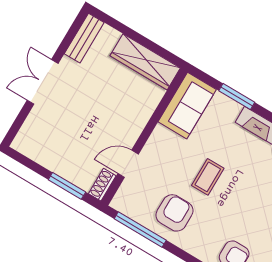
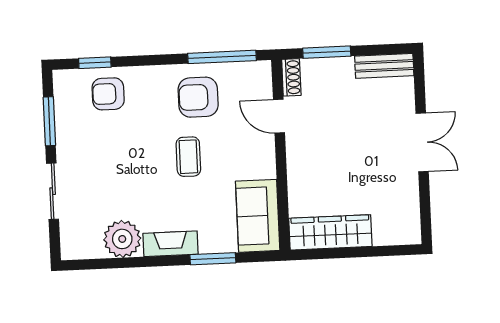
bench: (84, 38) -> (384, 66), moved, turned 90
door: (128, 164) -> (279, 116), swing flipped
armchair: (174, 213) -> (198, 97), turned 90

